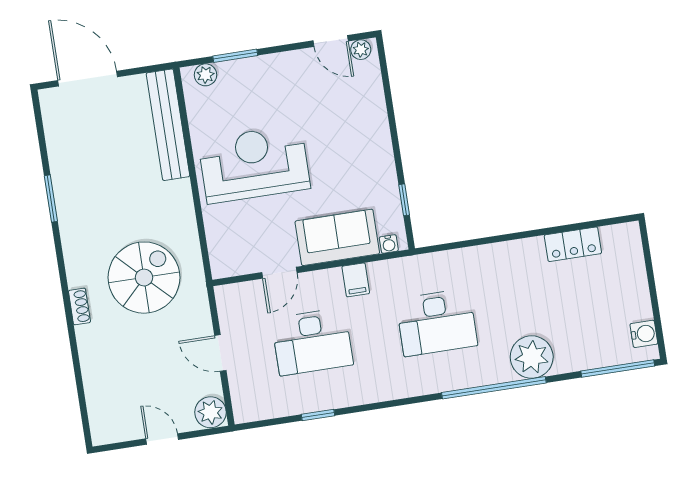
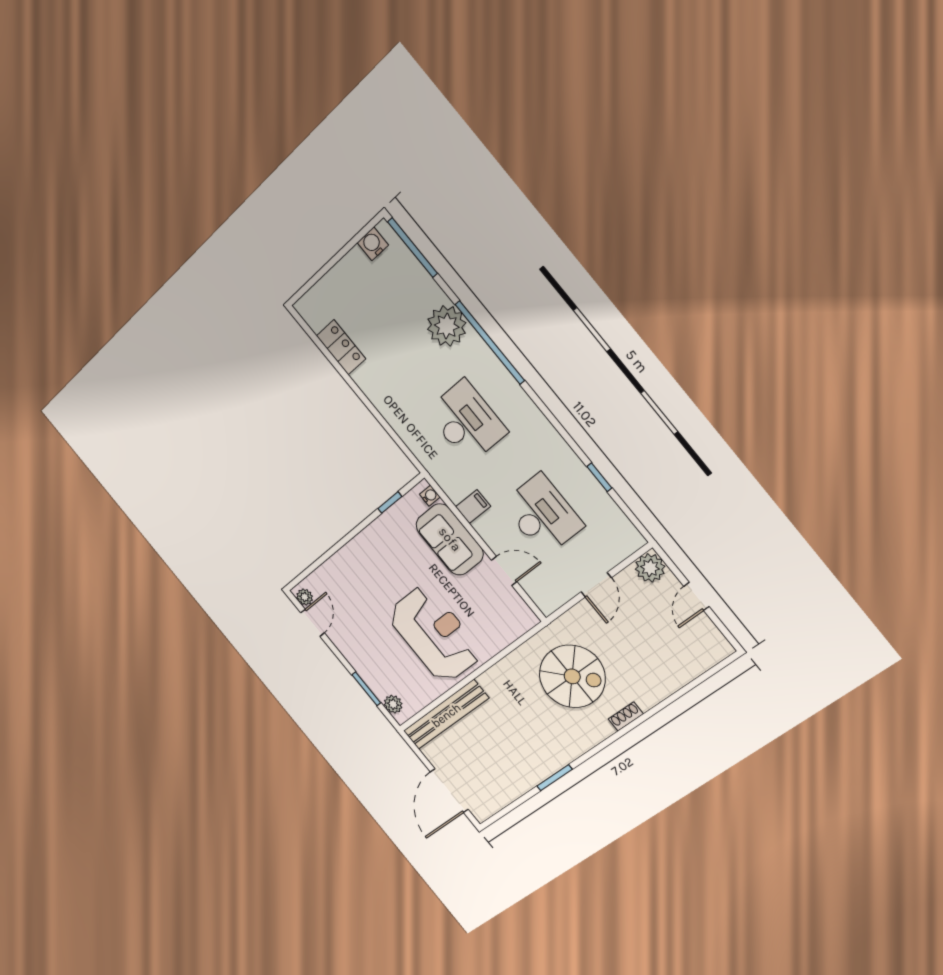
reception desk: (254, 164) -> (435, 634), turned 180
spiral stairs: (144, 278) -> (572, 676), turned 180

